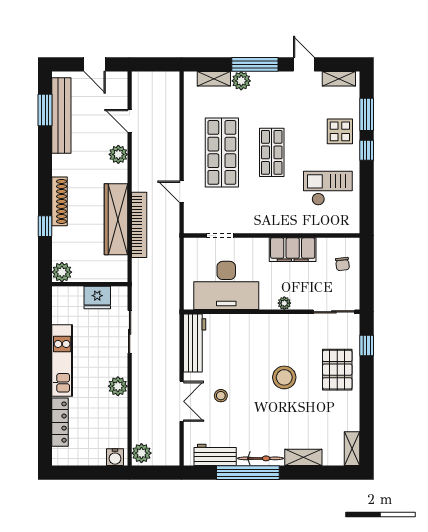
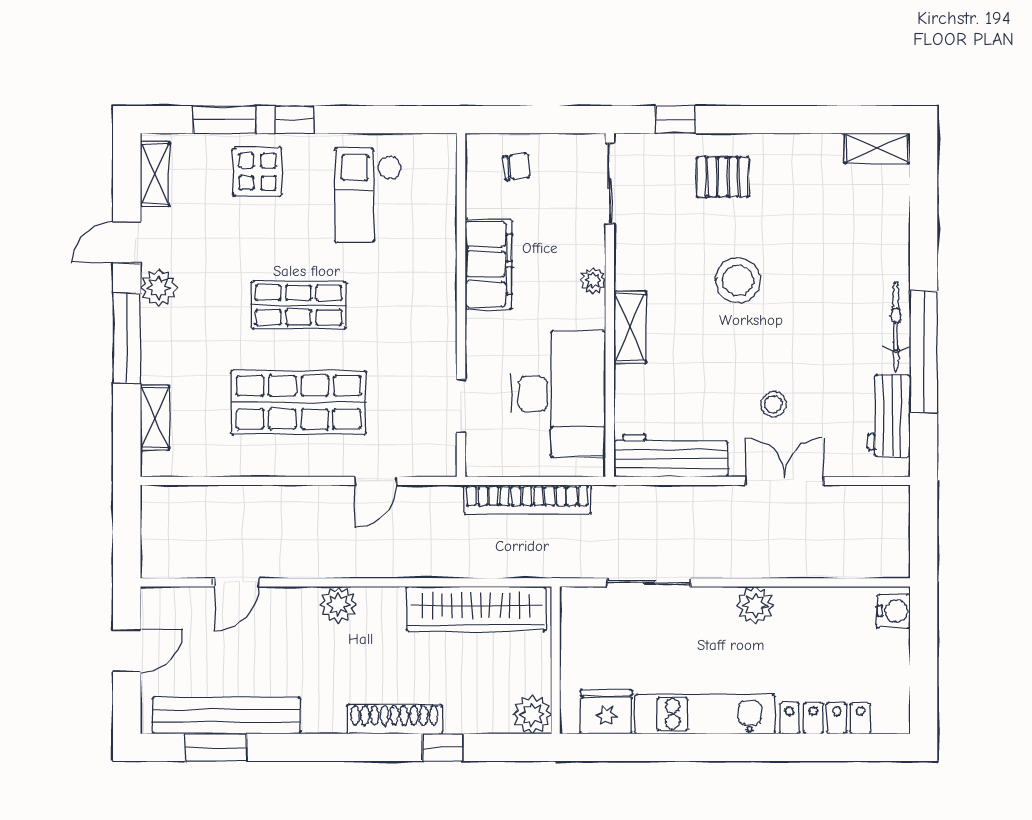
plant: (241, 81) -> (159, 288), moved
plant: (118, 154) -> (338, 605), moved
wardrobe: (116, 219) -> (476, 609), moved
bookcase: (139, 225) -> (527, 500), moved, turned 180
fridge: (97, 297) -> (606, 712), moved, turned -90
pallet: (337, 370) -> (723, 177), width x0.67, depth x0.71
plant: (141, 453) -> (886, 559), removed
shelving: (303, 457) -> (630, 327), moved

